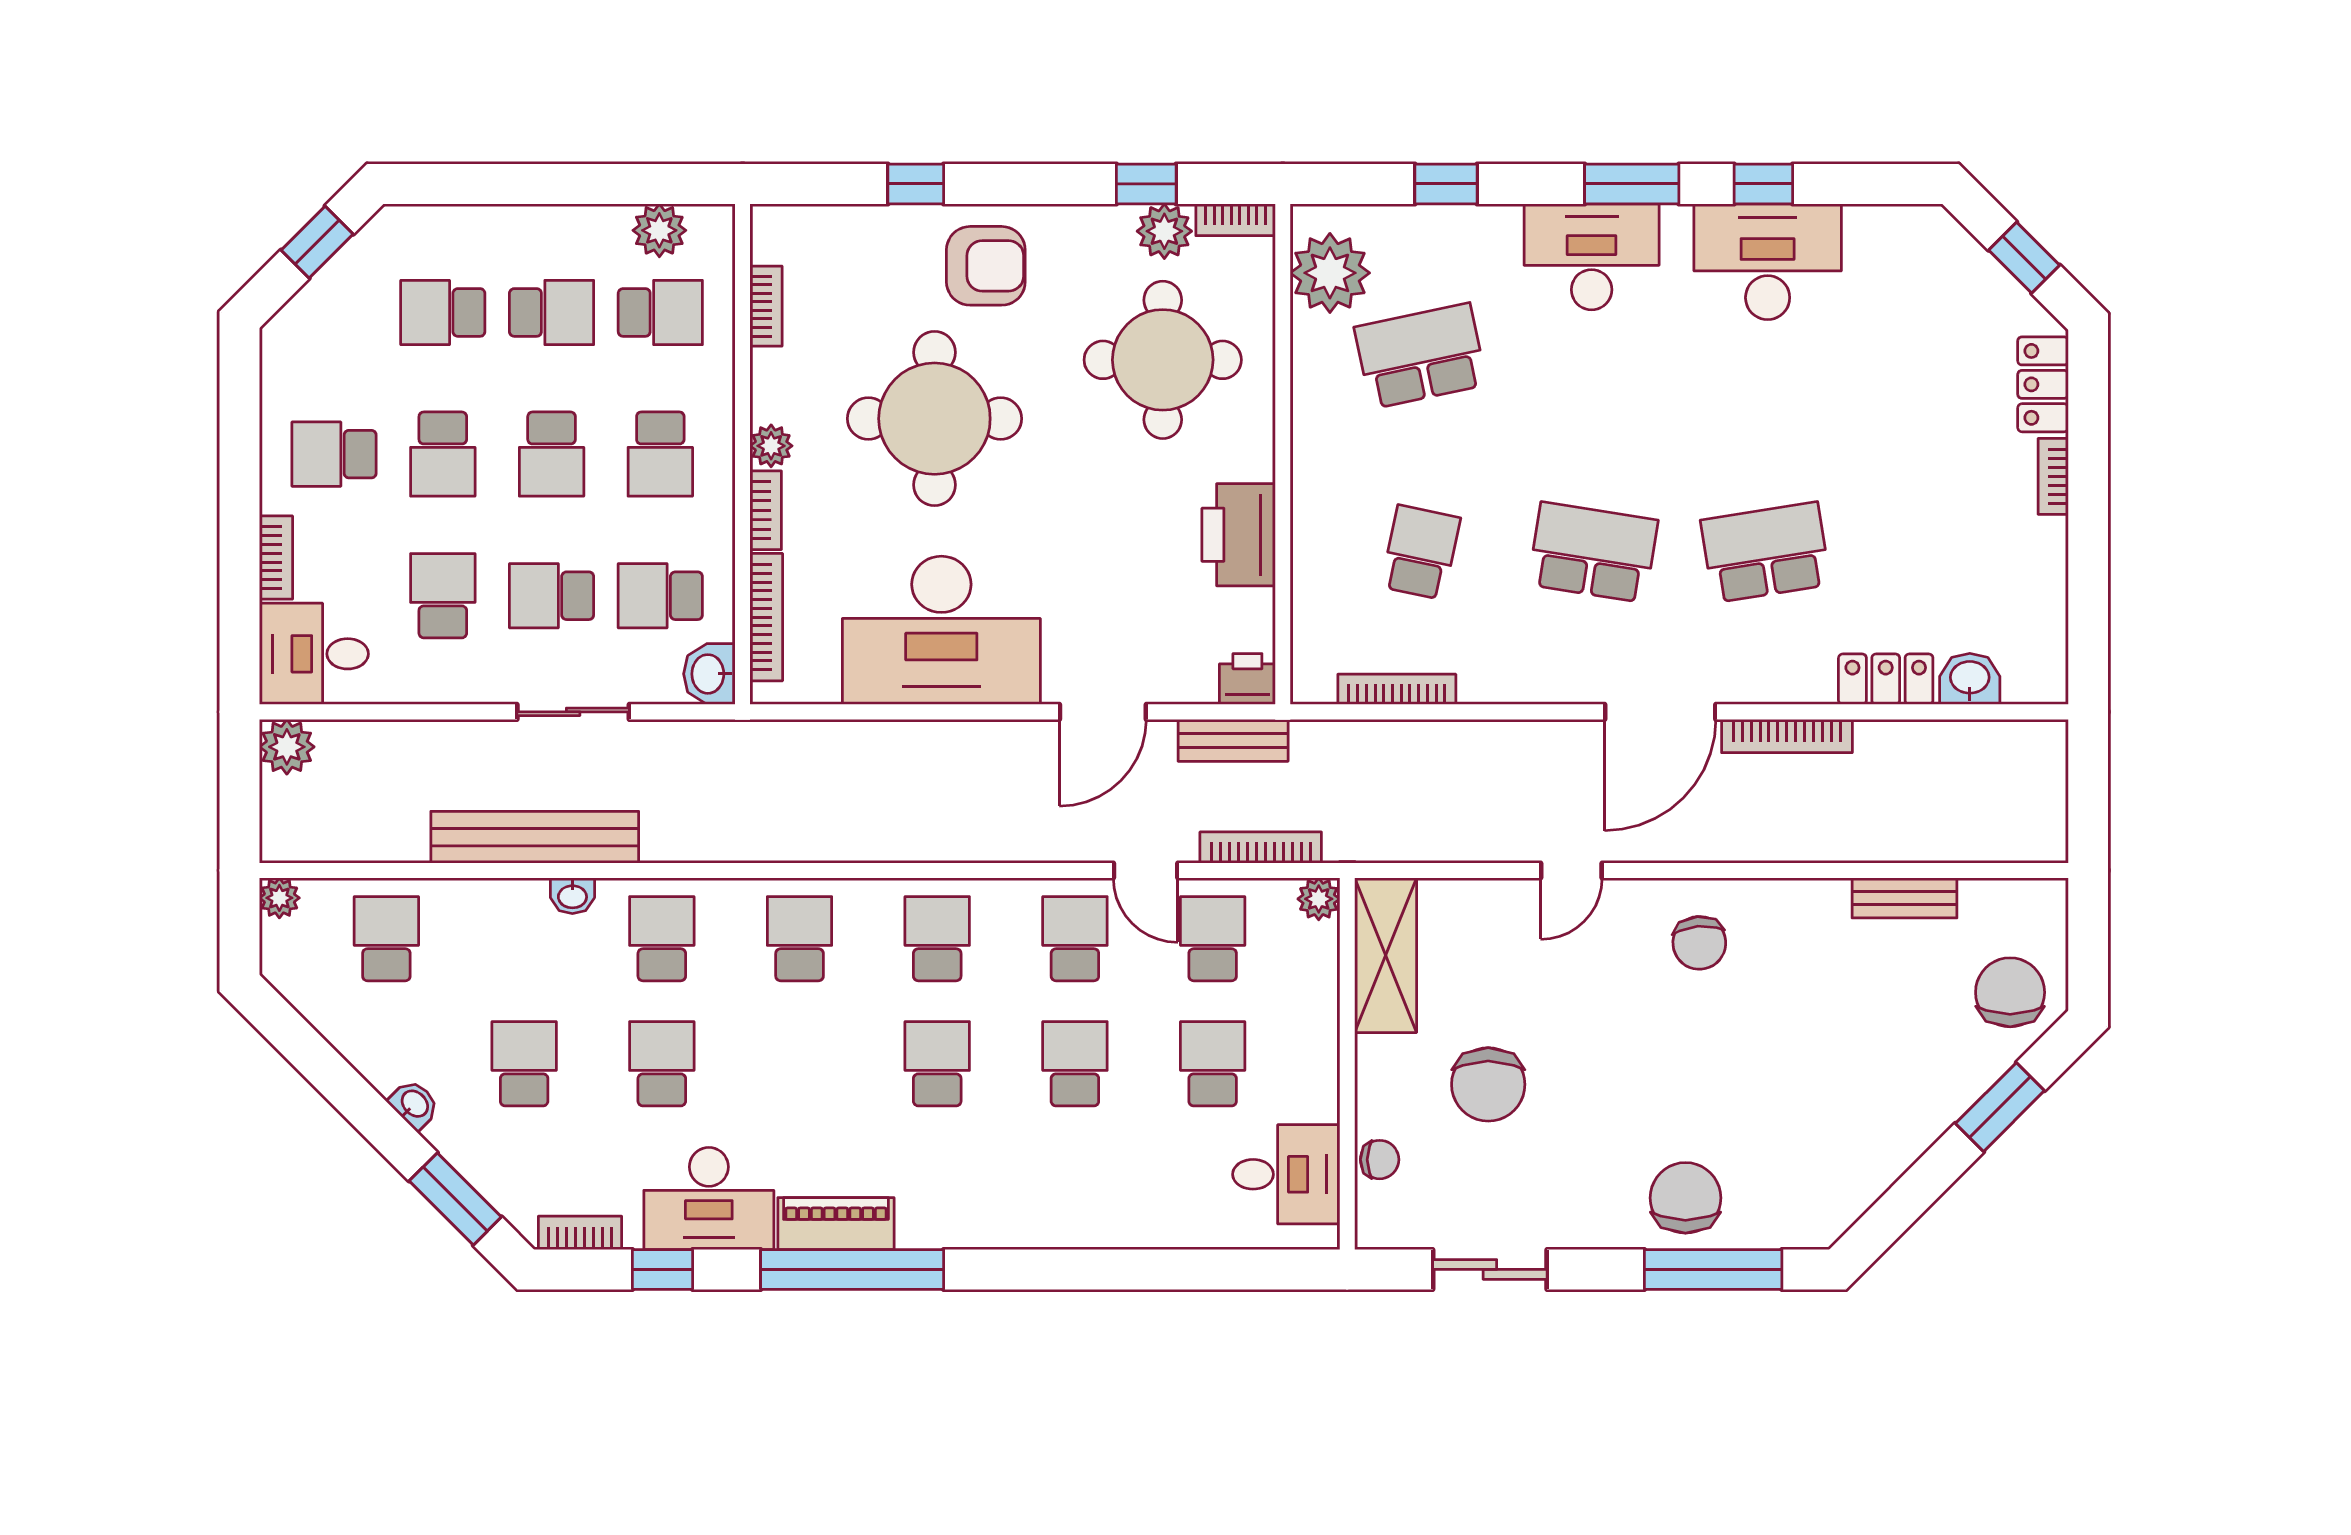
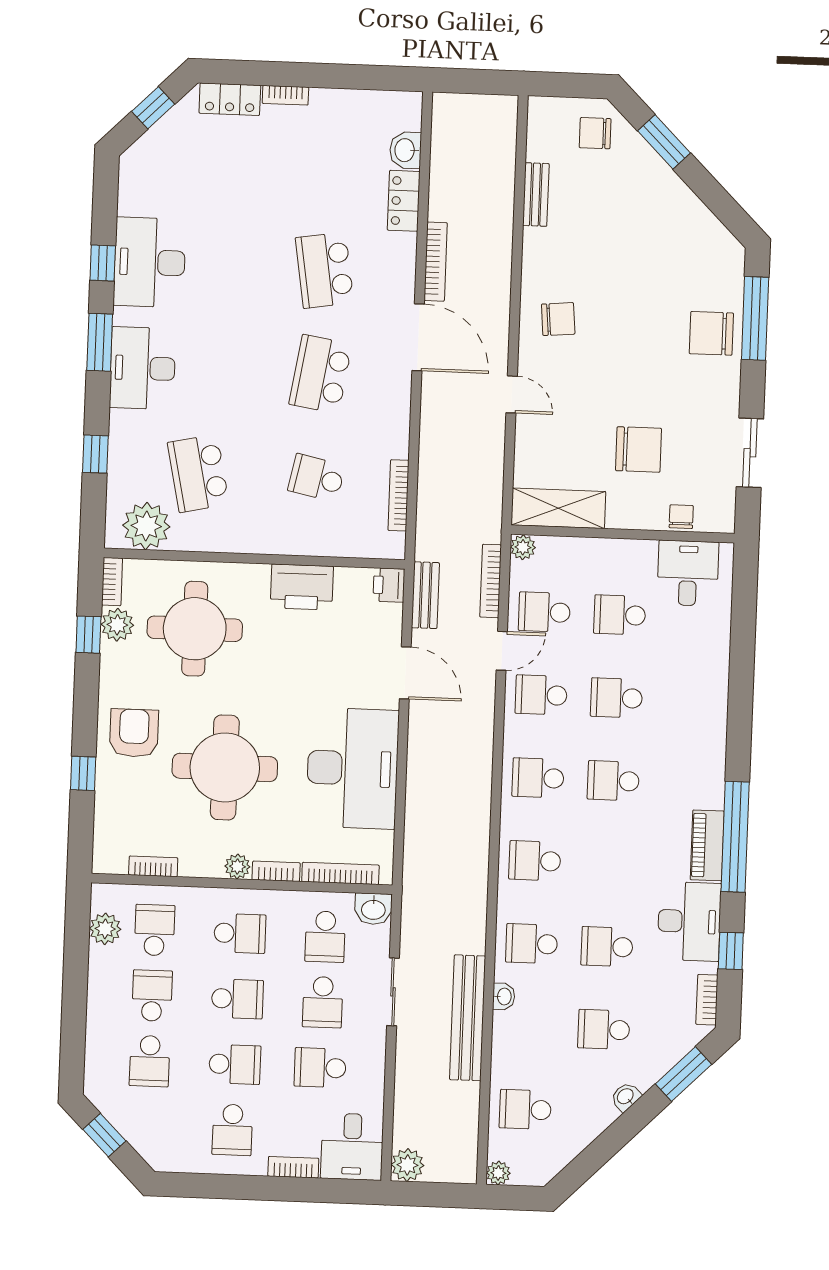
chair: (2010, 992) -> (595, 133), width x0.73, depth x0.73

